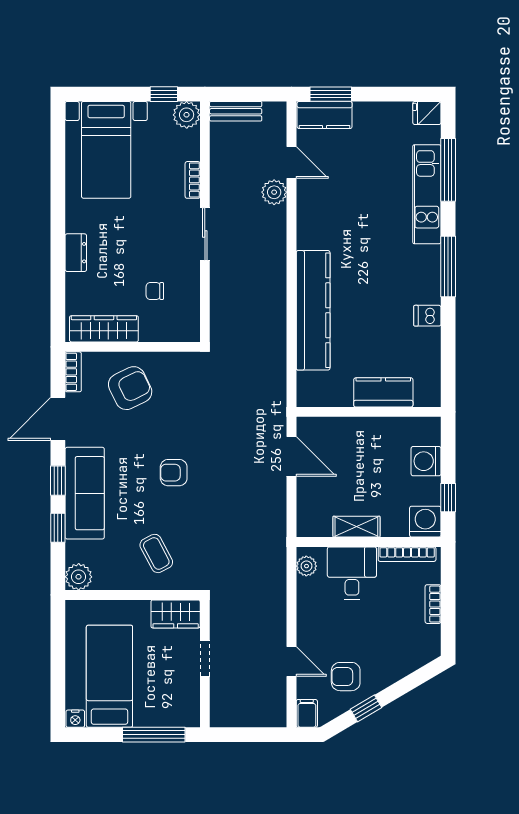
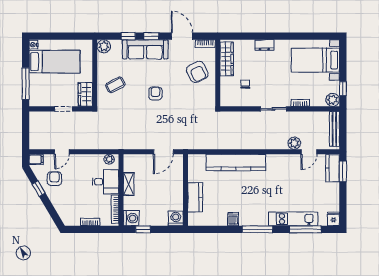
bench: (236, 111) -> (334, 129), width x1.36
washing machine: (426, 461) -> (176, 218), moved

